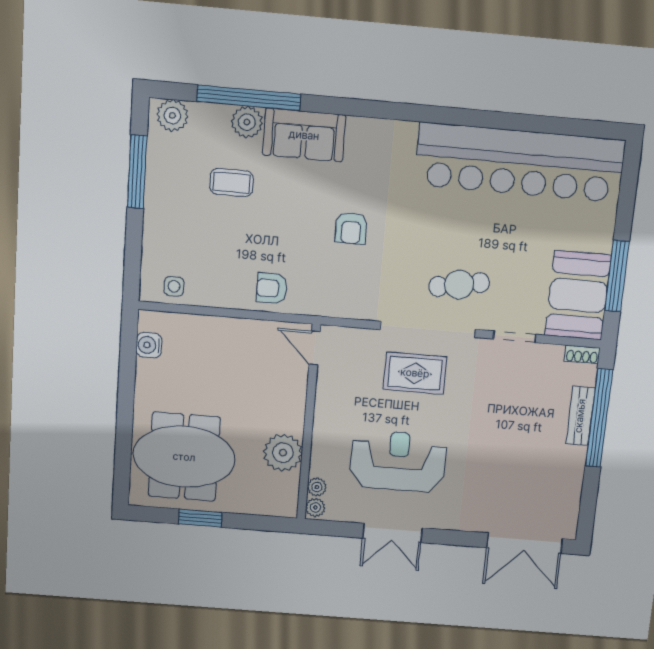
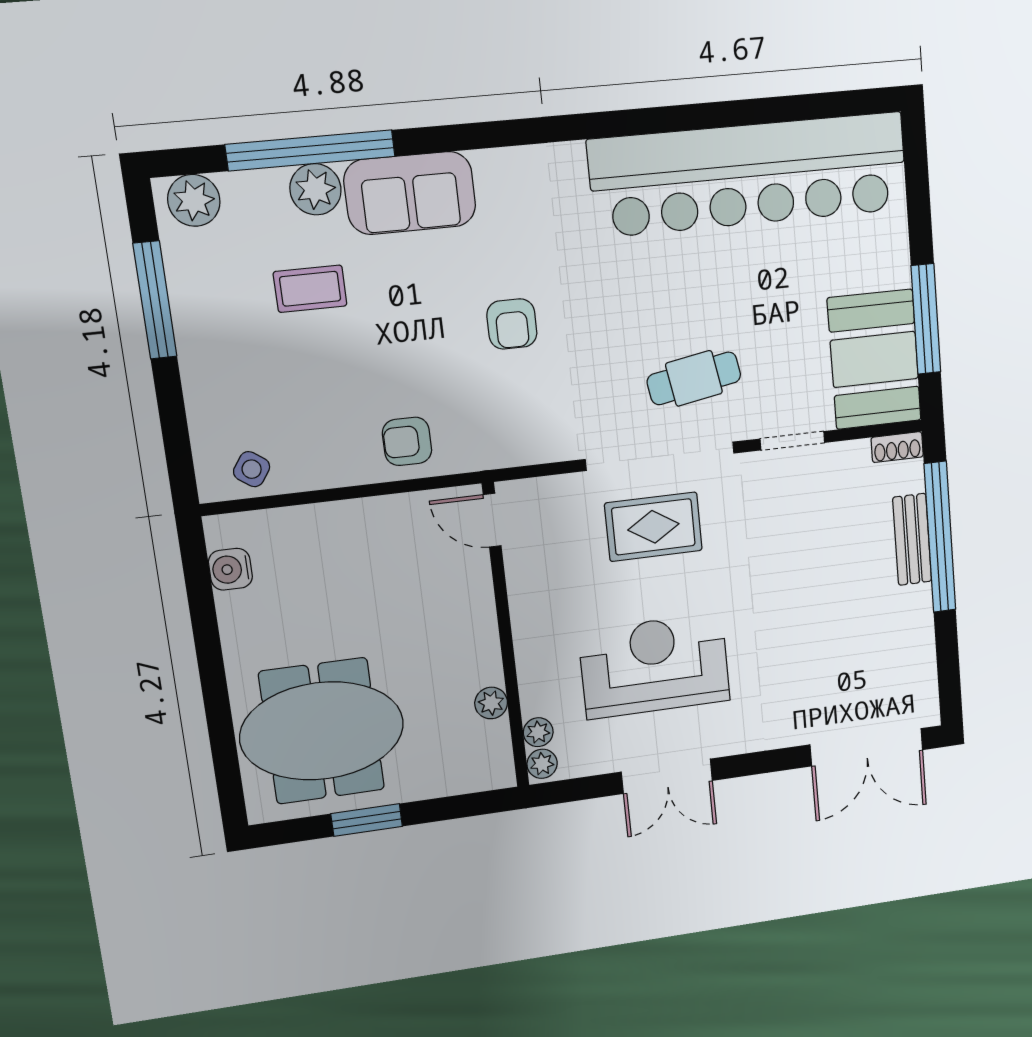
side table: (174, 286) -> (252, 469), turned 35
plant: (283, 453) -> (491, 703), width x0.53, depth x0.53

